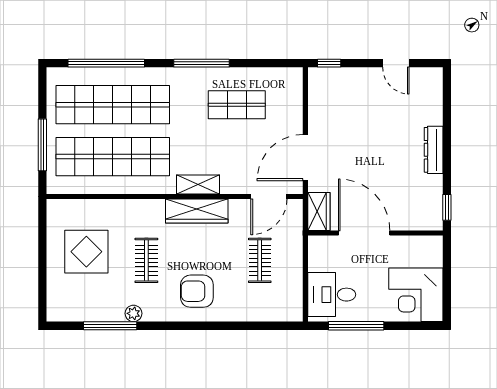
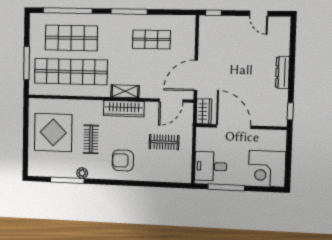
shop shelf: (113, 105) -> (71, 38), width x0.71
display table: (86, 252) -> (53, 132), width x1.36, depth x1.36
clothes rail: (260, 260) -> (164, 142), turned 90

